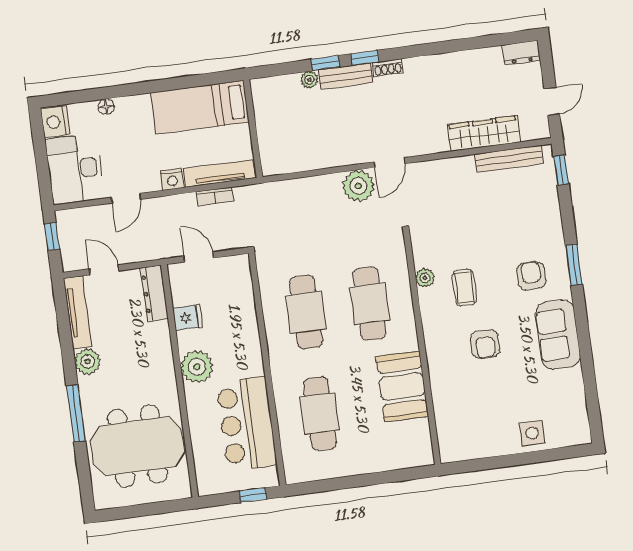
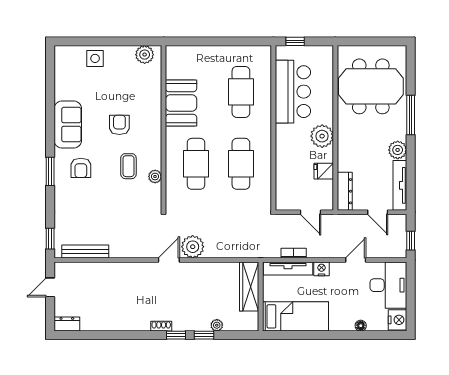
bench: (346, 76) -> (191, 324), removed
wardrobe: (484, 134) -> (249, 286), moved, turned 90
plant: (463, 448) -> (145, 55), added

